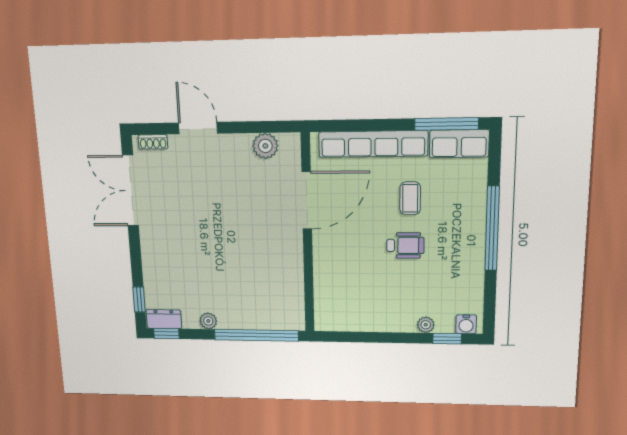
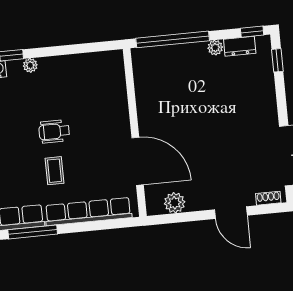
door: (307, 200) -> (138, 161), swing flipped
dresser: (164, 319) -> (240, 46), moved

